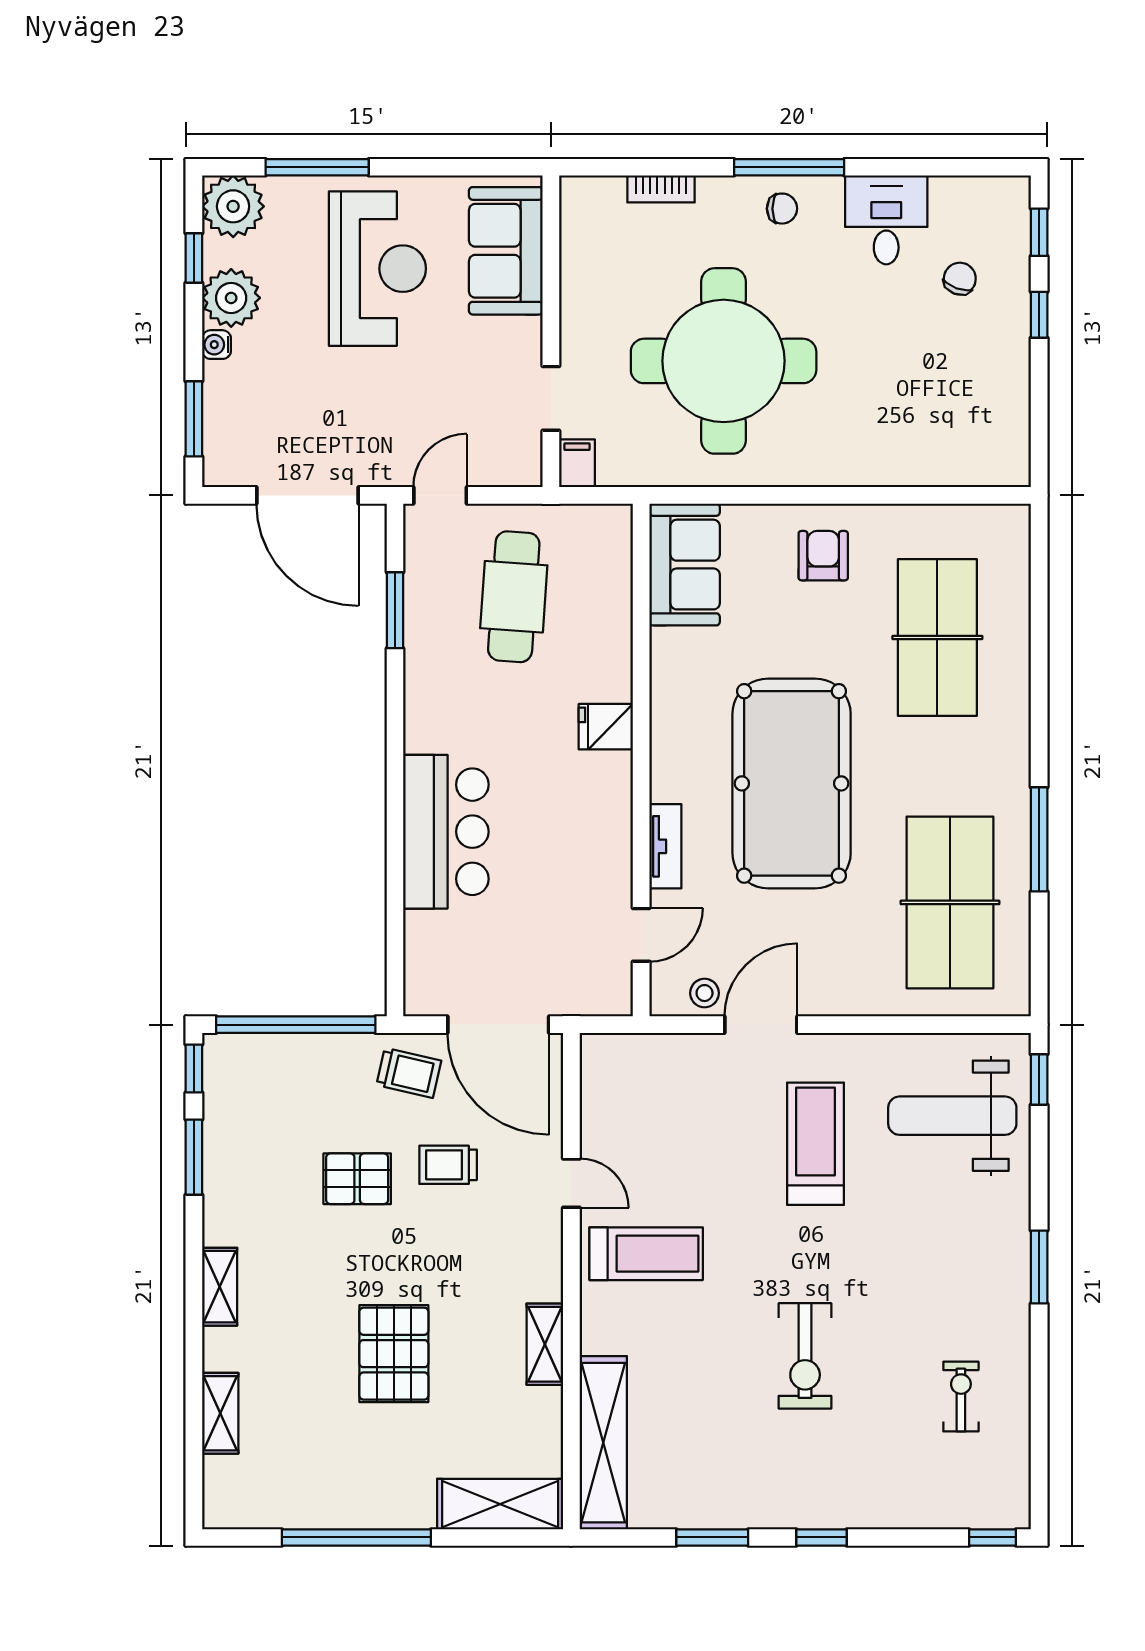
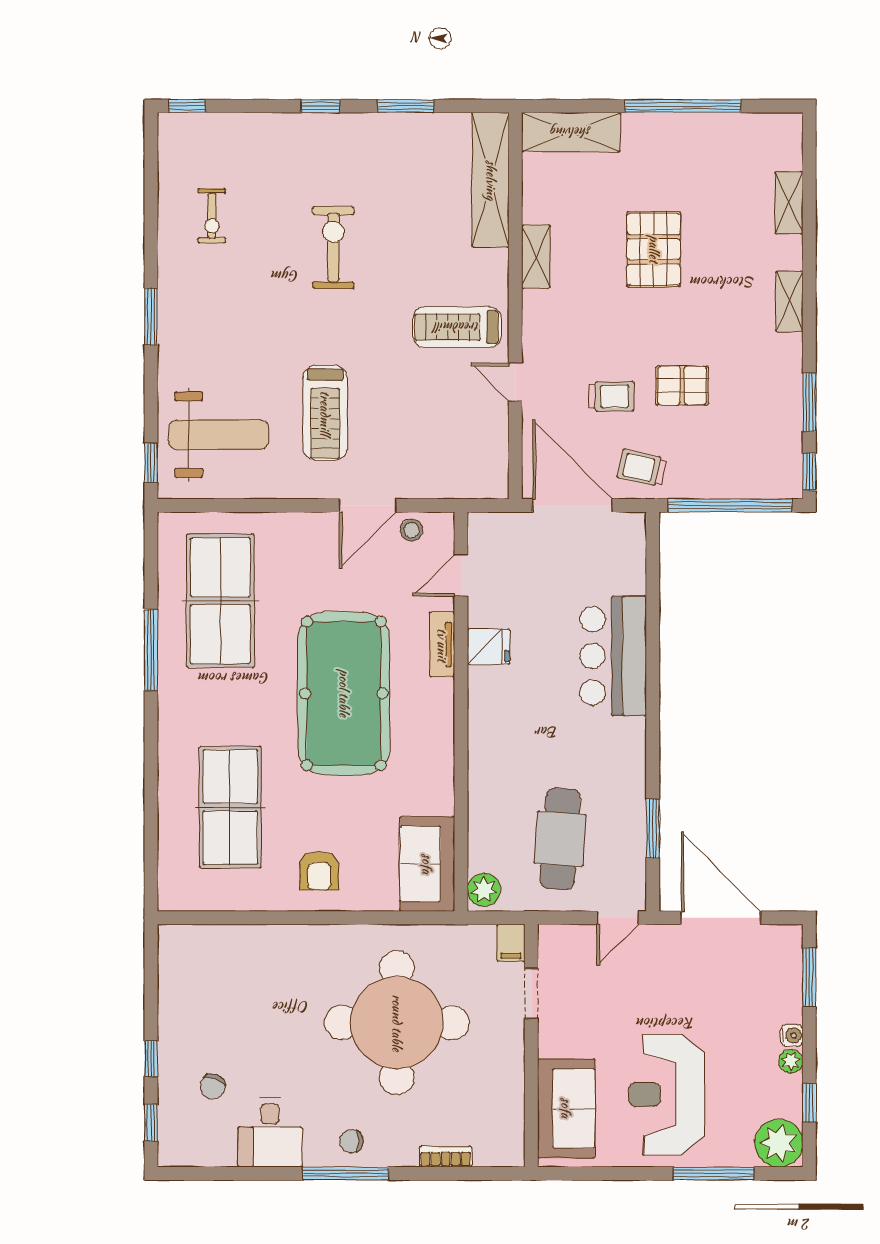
plant: (231, 298) -> (791, 1061), width x0.53, depth x0.53
plant: (612, 531) -> (484, 890), added
fridge: (606, 727) -> (489, 647), moved

